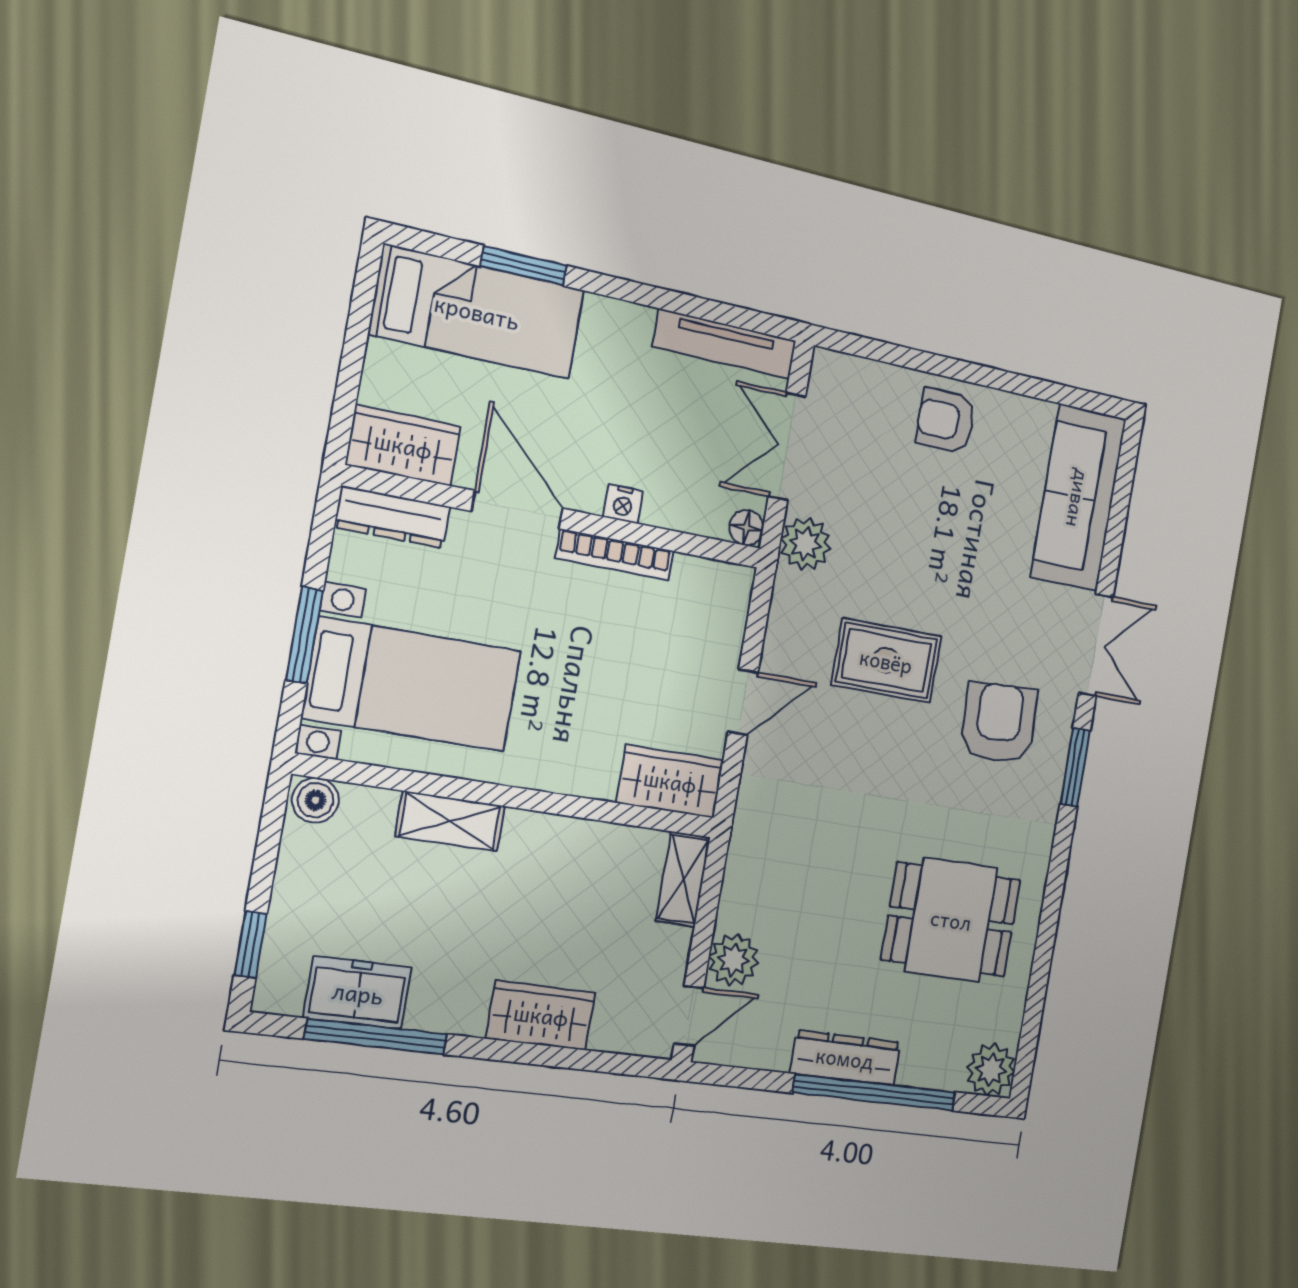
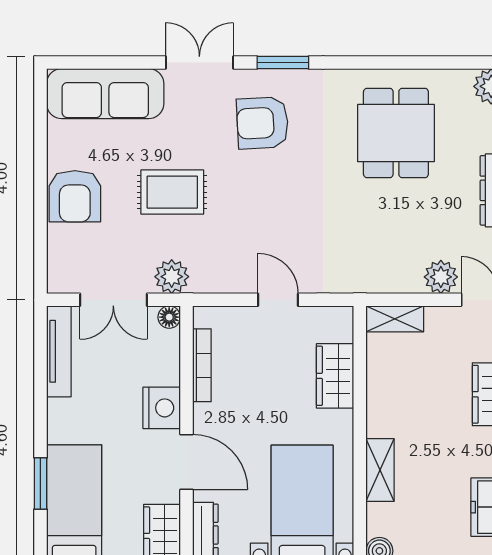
armchair: (946, 421) -> (75, 196), width x1.38, depth x1.38
nightstand: (623, 504) -> (162, 408), width x1.89, depth x1.79
door: (517, 510) -> (186, 462), swing flipped
bookcase: (615, 555) -> (202, 365), moved
rug: (886, 661) -> (172, 192), moved, turned 90
wardrobe: (670, 781) -> (335, 376), moved

